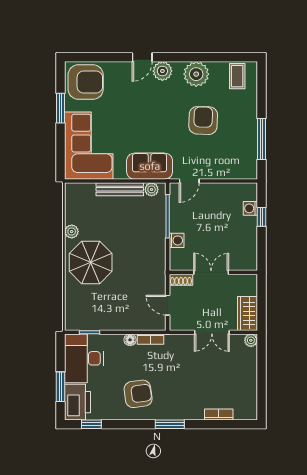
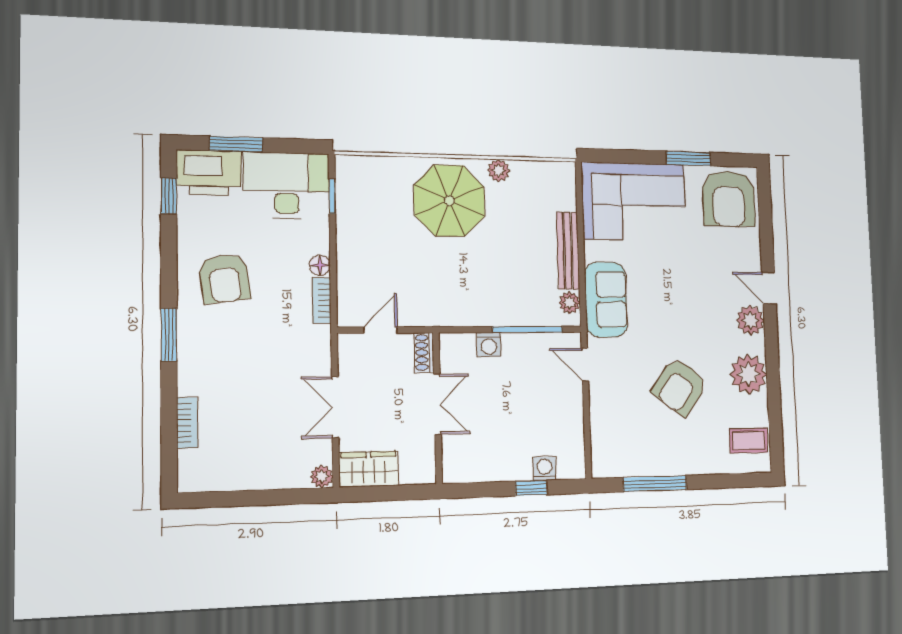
armchair: (203, 120) -> (680, 387), turned 125

